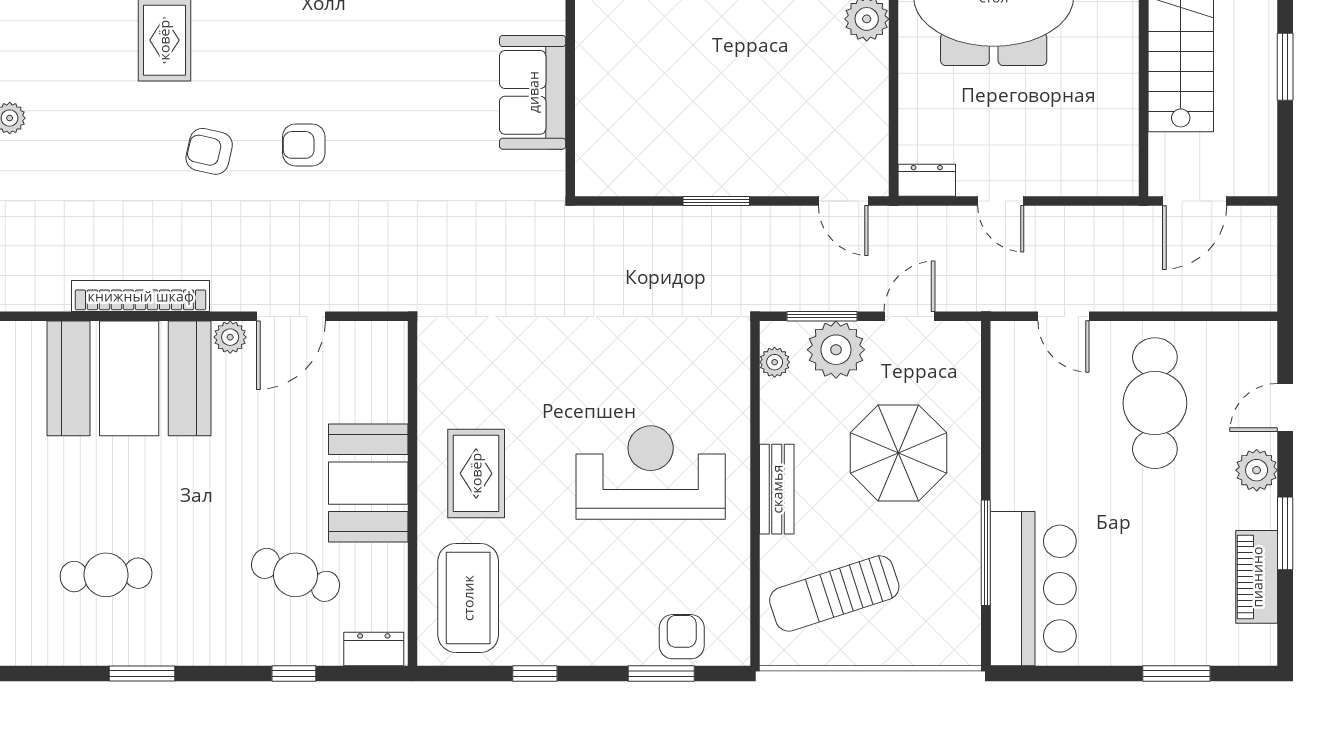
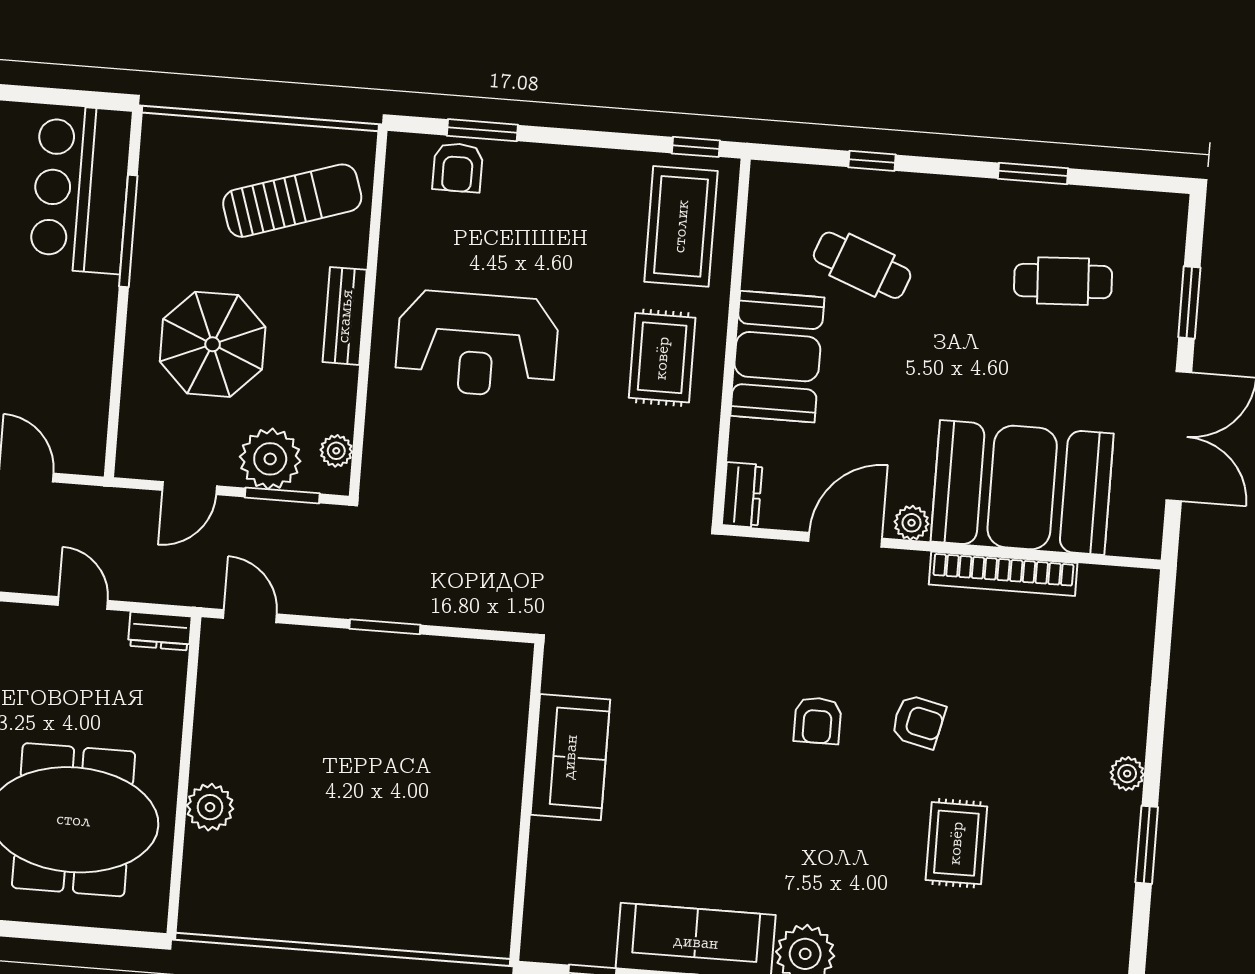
armchair: (304, 145) -> (817, 720), turned 90
dresser: (374, 649) -> (742, 495), moved, turned -90
window: (535, 673) -> (696, 147), moved

